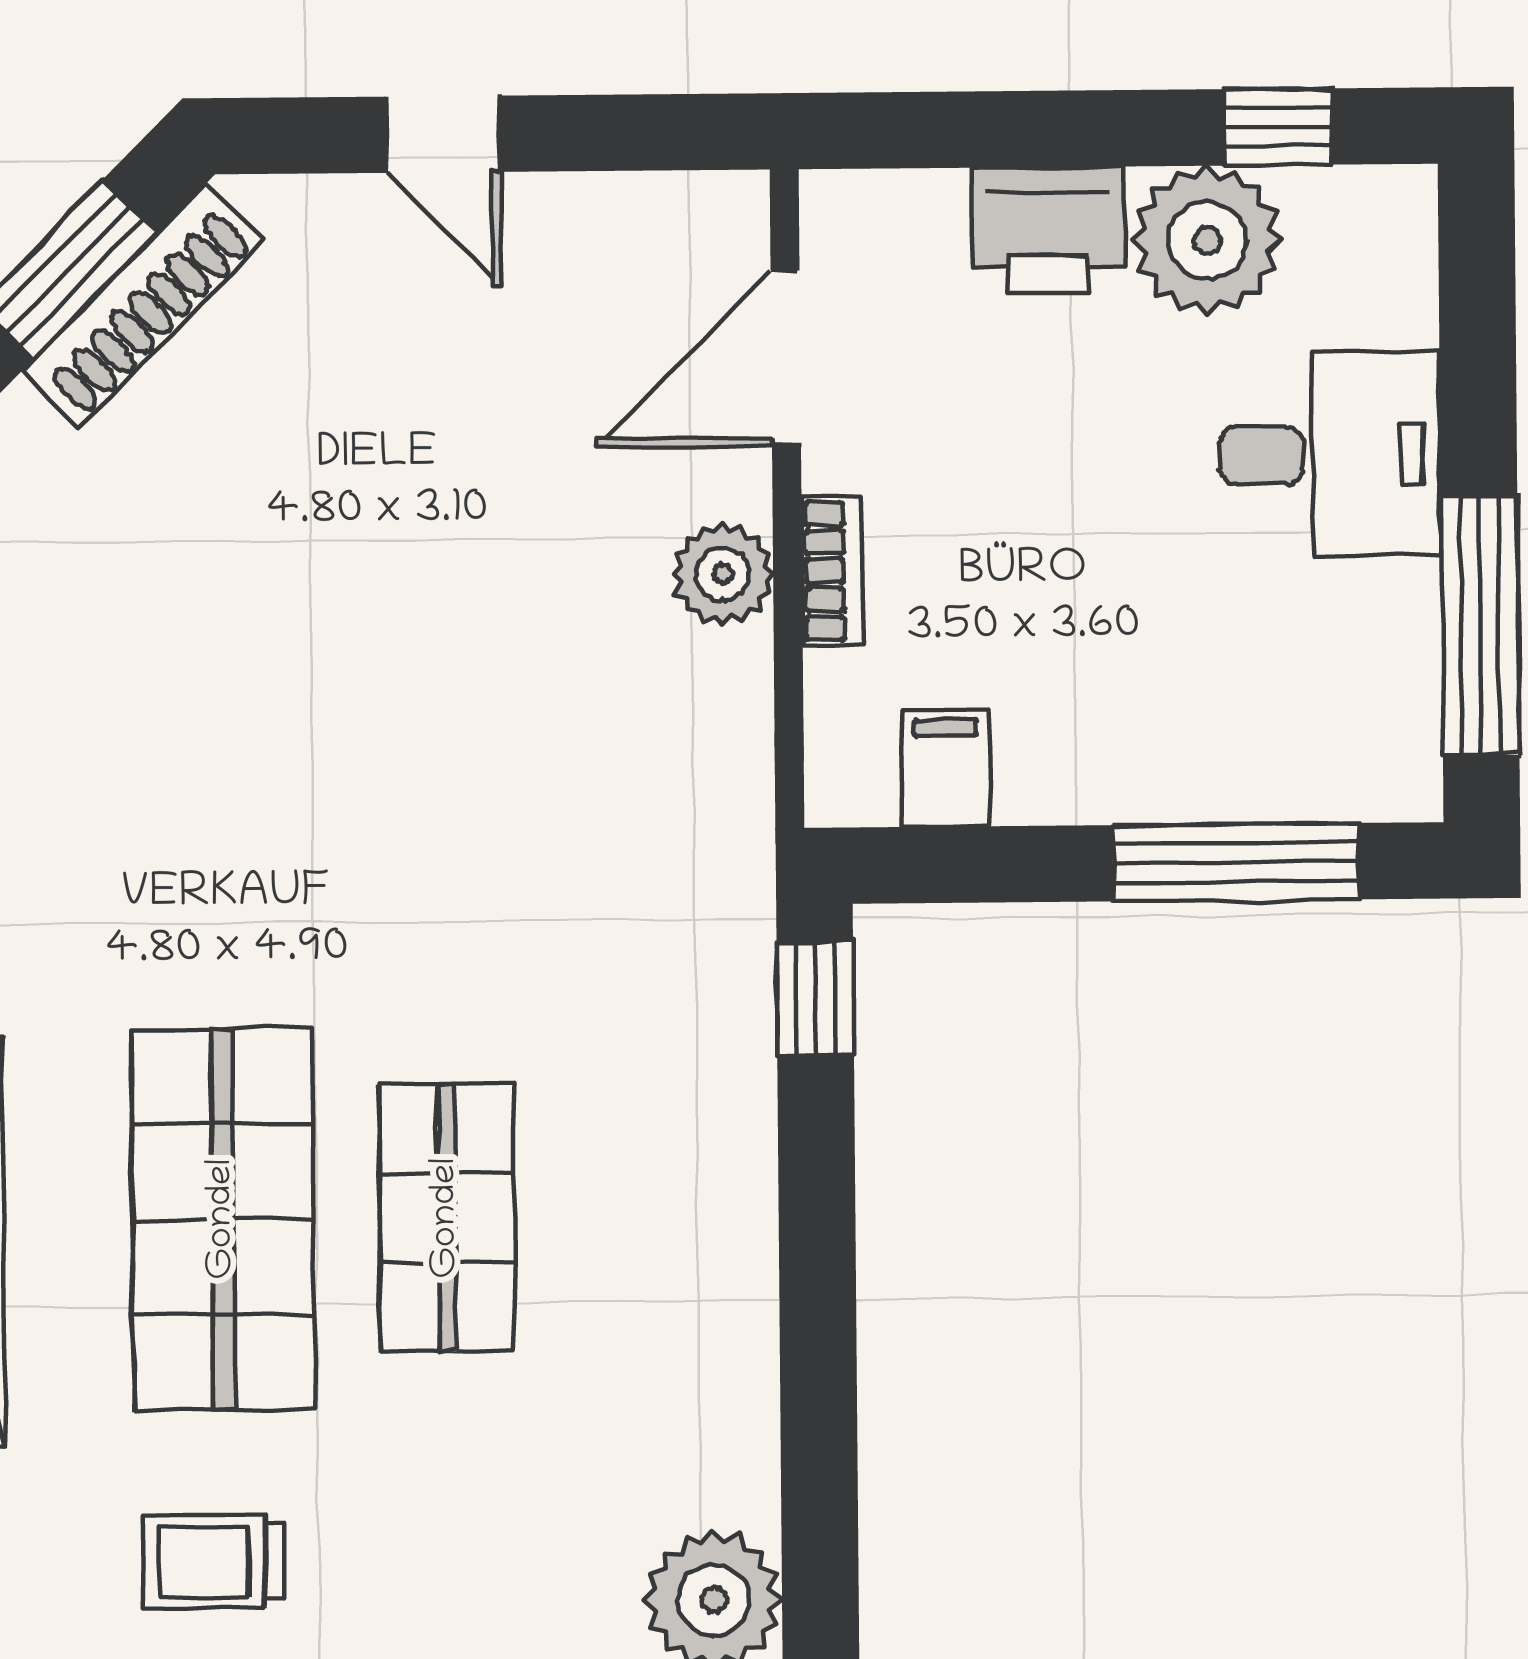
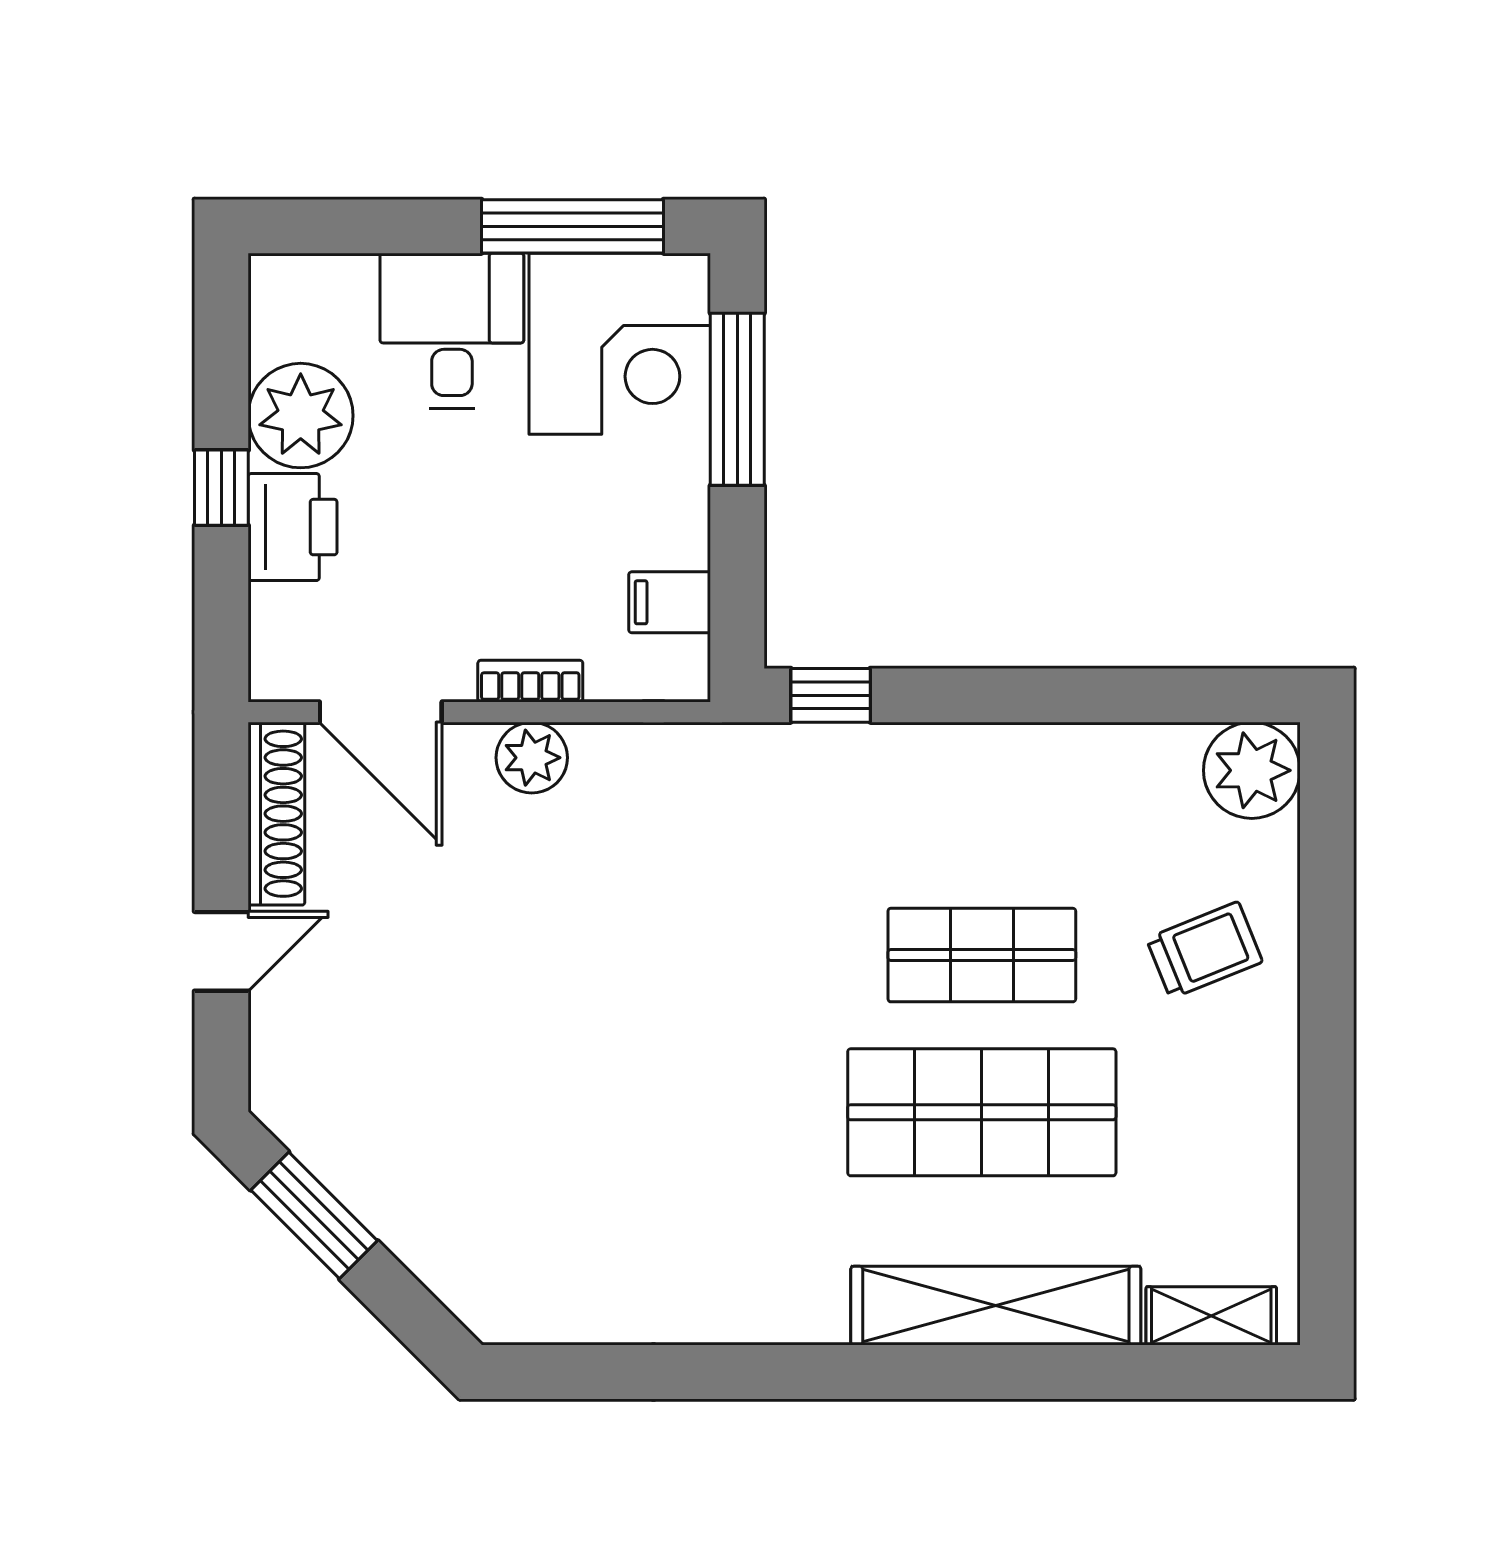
window: (1278, 127) -> (221, 488), moved
shoe rack: (143, 305) -> (276, 814), moved, turned 45
corner desk: (1313, 694) -> (620, 344), added
trolley: (214, 1562) -> (1204, 950), moved, turned -112

